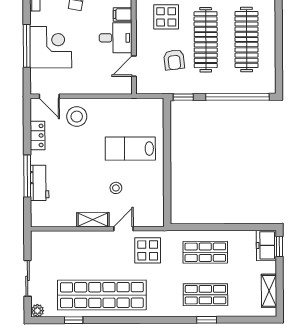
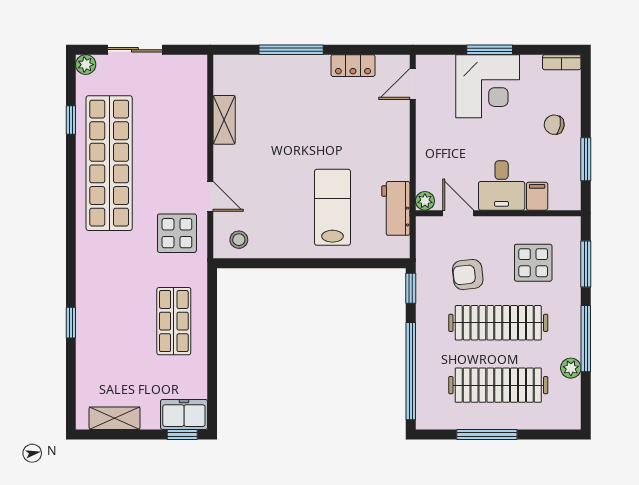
window: (27, 46) -> (490, 50), width x0.69
window: (279, 47) -> (487, 434), added
plant: (126, 88) -> (425, 201), added
stool: (77, 117) -> (382, 126), removed
workbench: (40, 183) -> (396, 208), moved, turned 90
stool: (116, 188) -> (239, 240), moved
shelving: (93, 220) -> (224, 120), moved
shop shelf: (205, 295) -> (109, 321), removed

